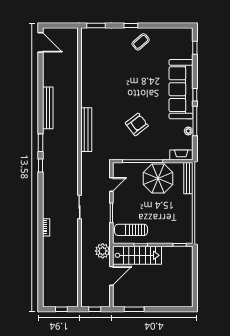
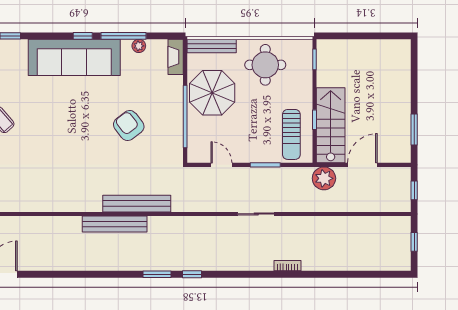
bench: (48, 108) -> (115, 224), moved
round table: (176, 213) -> (265, 65), added
door: (111, 276) -> (362, 165), hinge flipped

